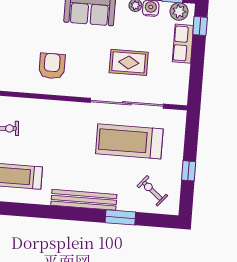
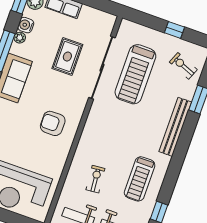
exercise bike: (152, 191) -> (183, 66), turned 72

